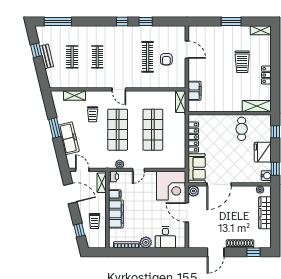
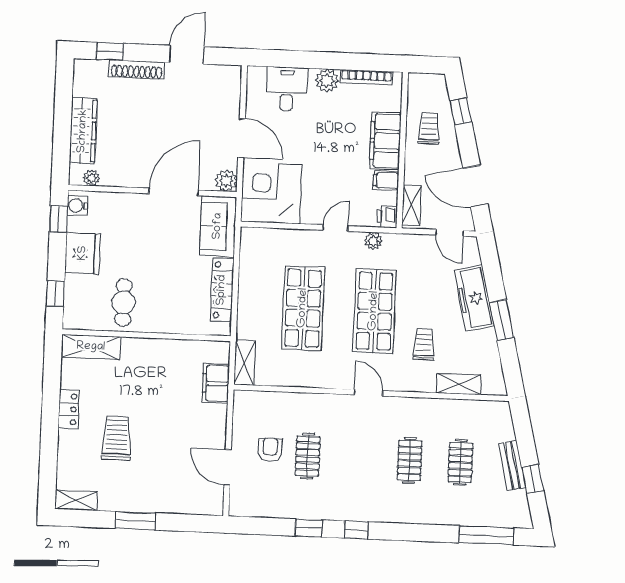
clothes rail: (148, 57) -> (308, 456), width x0.73

